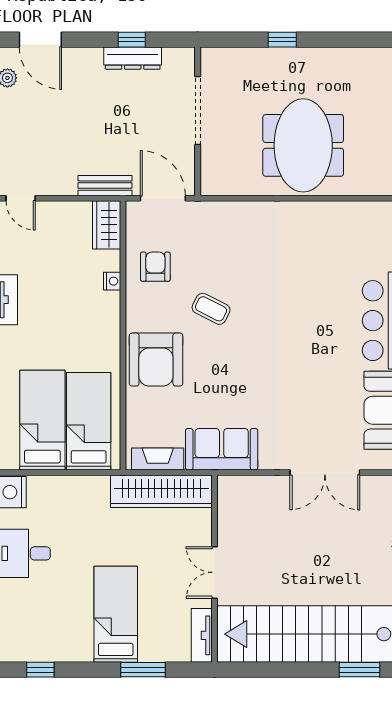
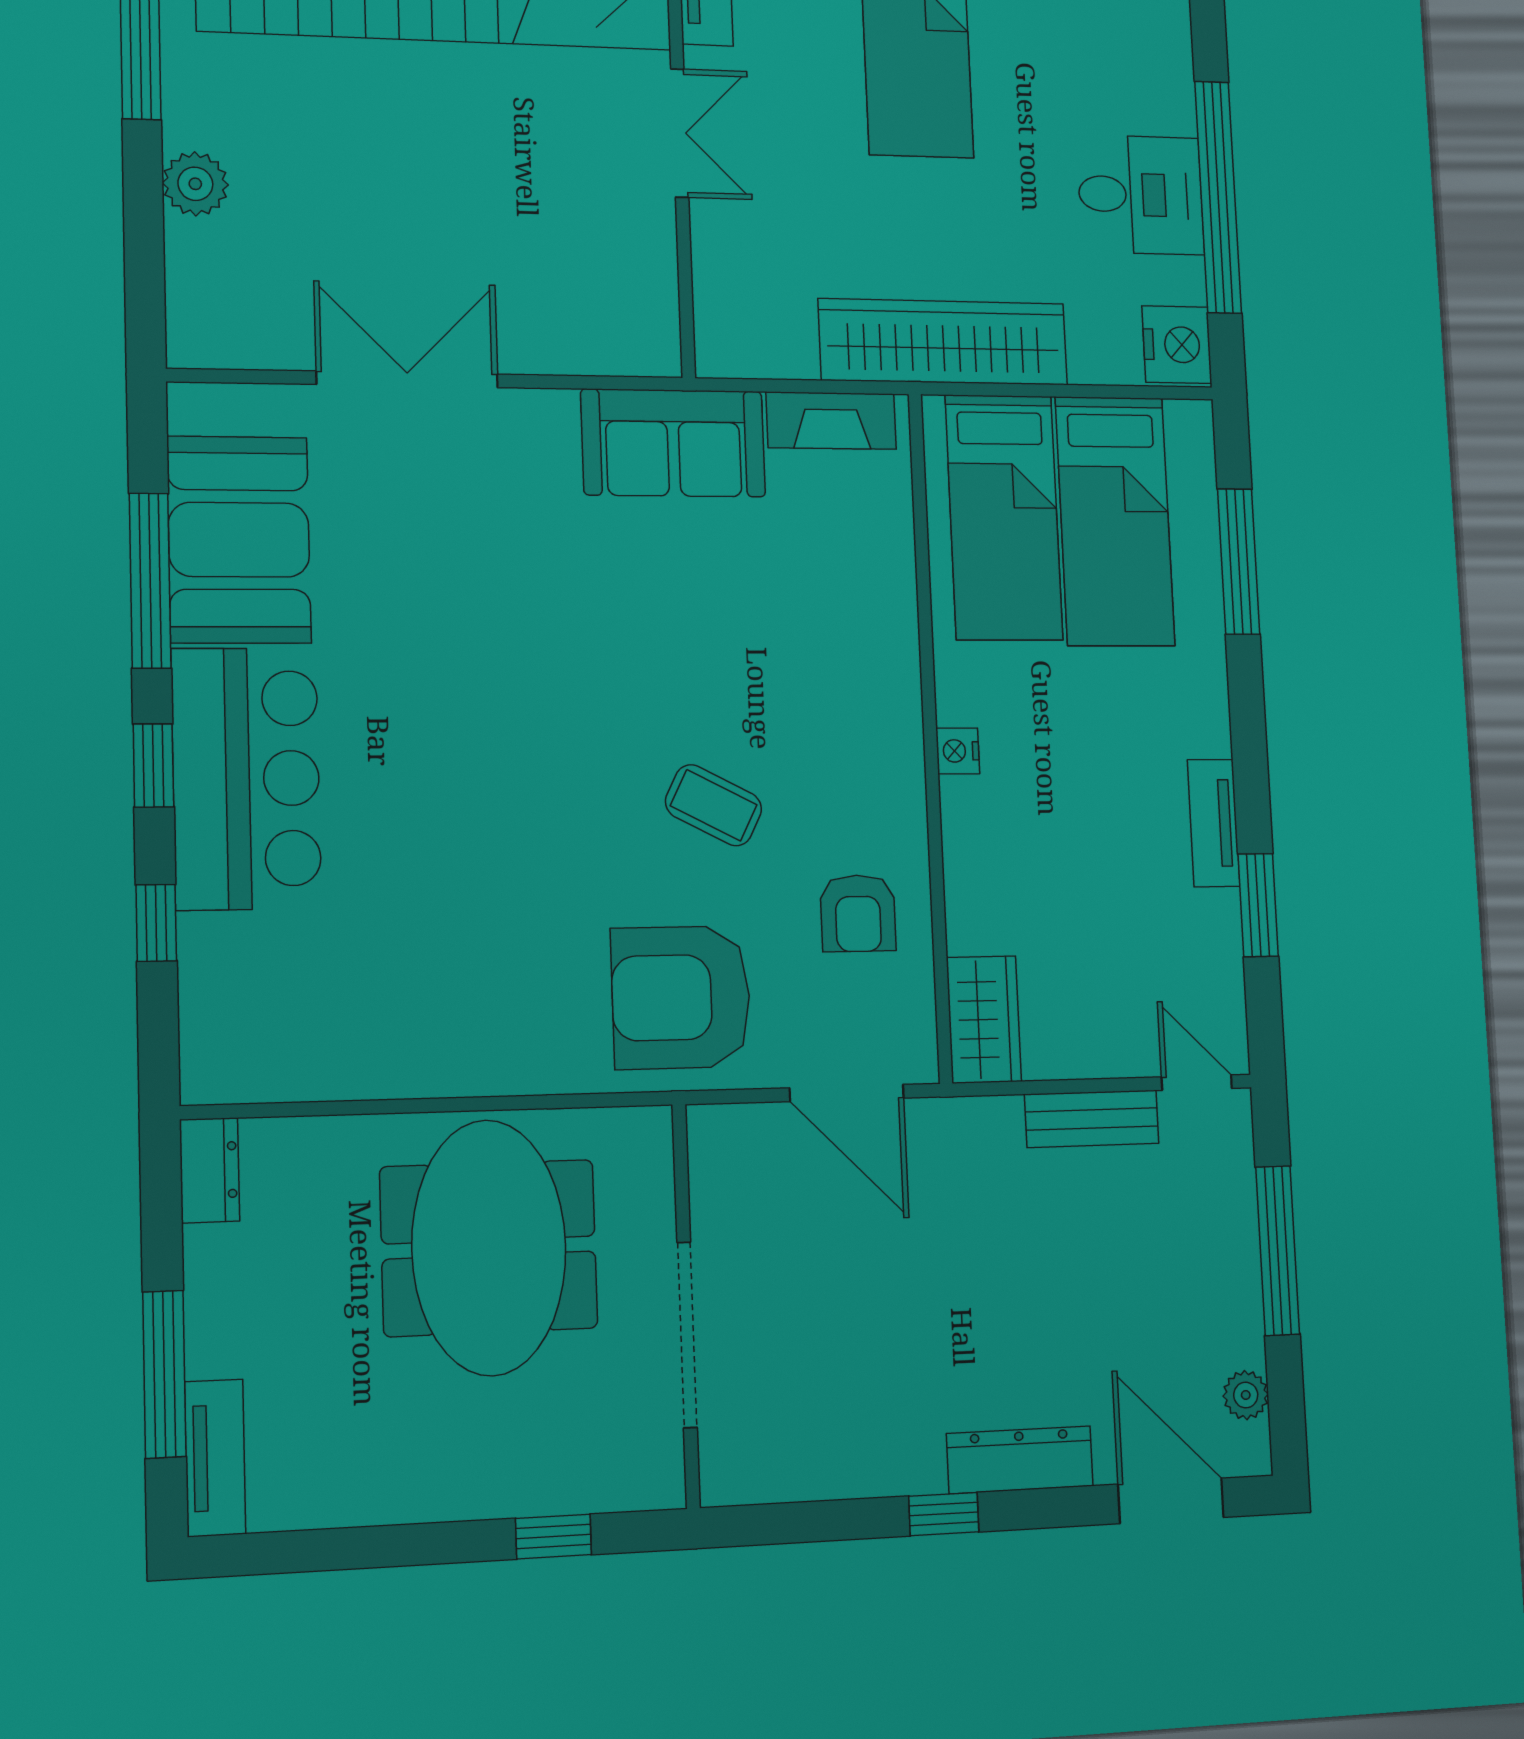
dresser: (133, 58) -> (1020, 1460), moved
doorway: (198, 110) -> (687, 1335), moved
wall: (198, 121) -> (686, 1305), moved
bench: (105, 186) -> (1092, 1119), moved
nightstand: (112, 281) -> (958, 751), moved
armchair: (156, 360) -> (681, 997), moved, turned -90
wardrobe: (161, 491) -> (943, 342), moved

